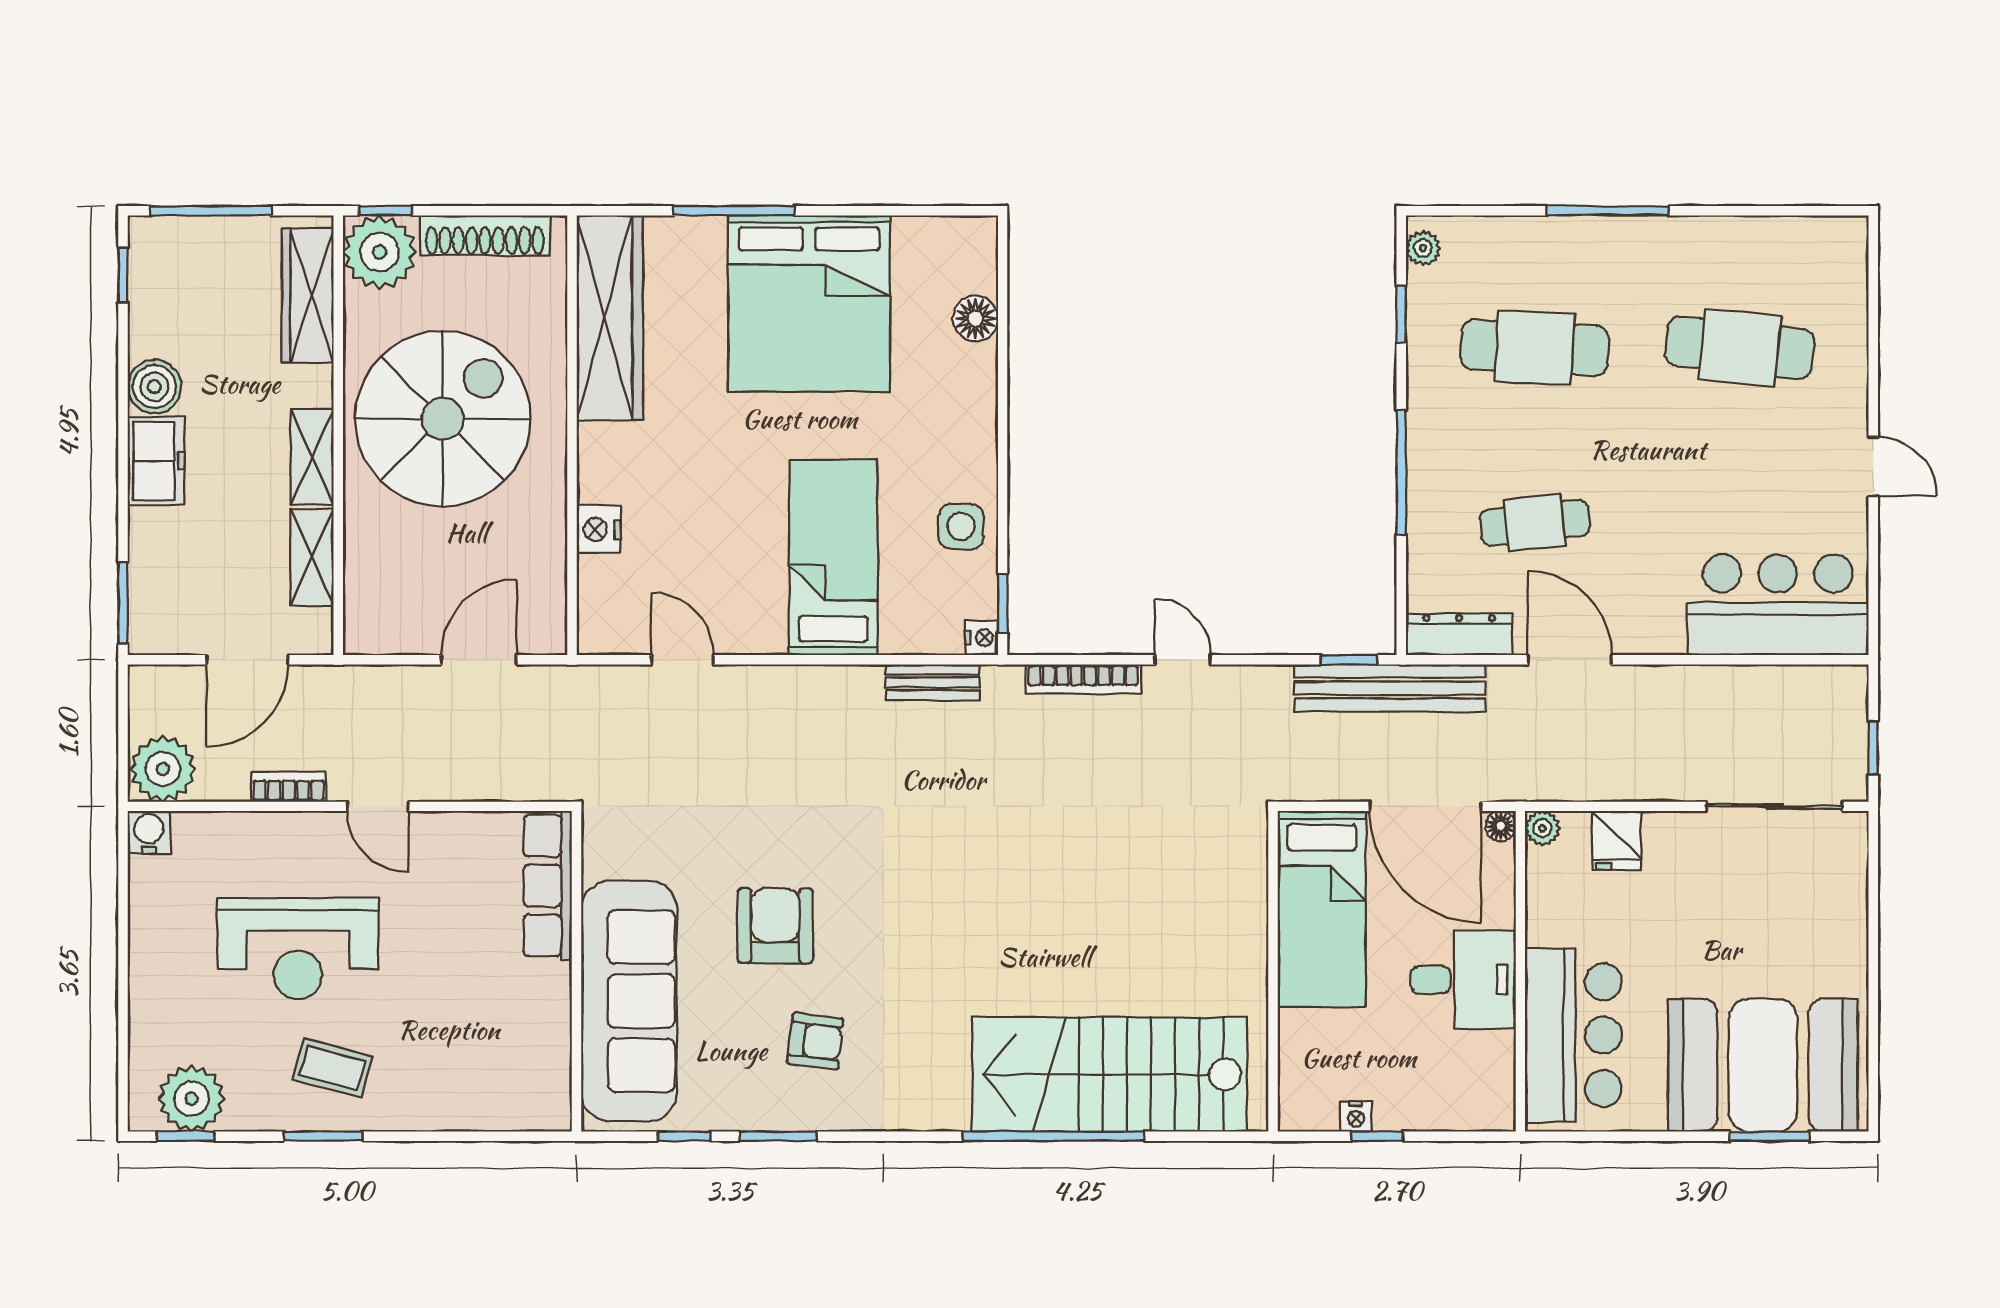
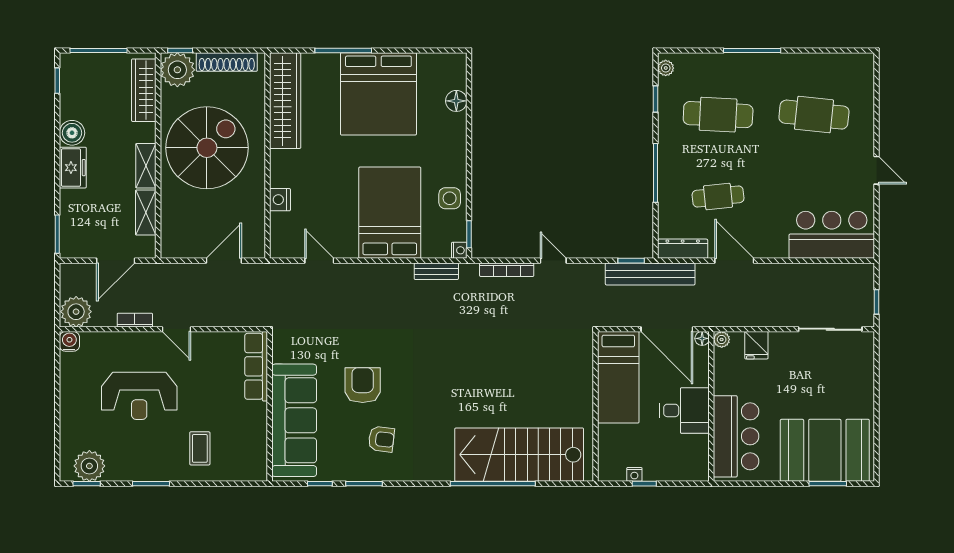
bed: (833, 557) -> (390, 213), width x1.50
coffee table: (332, 1068) -> (200, 448), moved, turned 75

